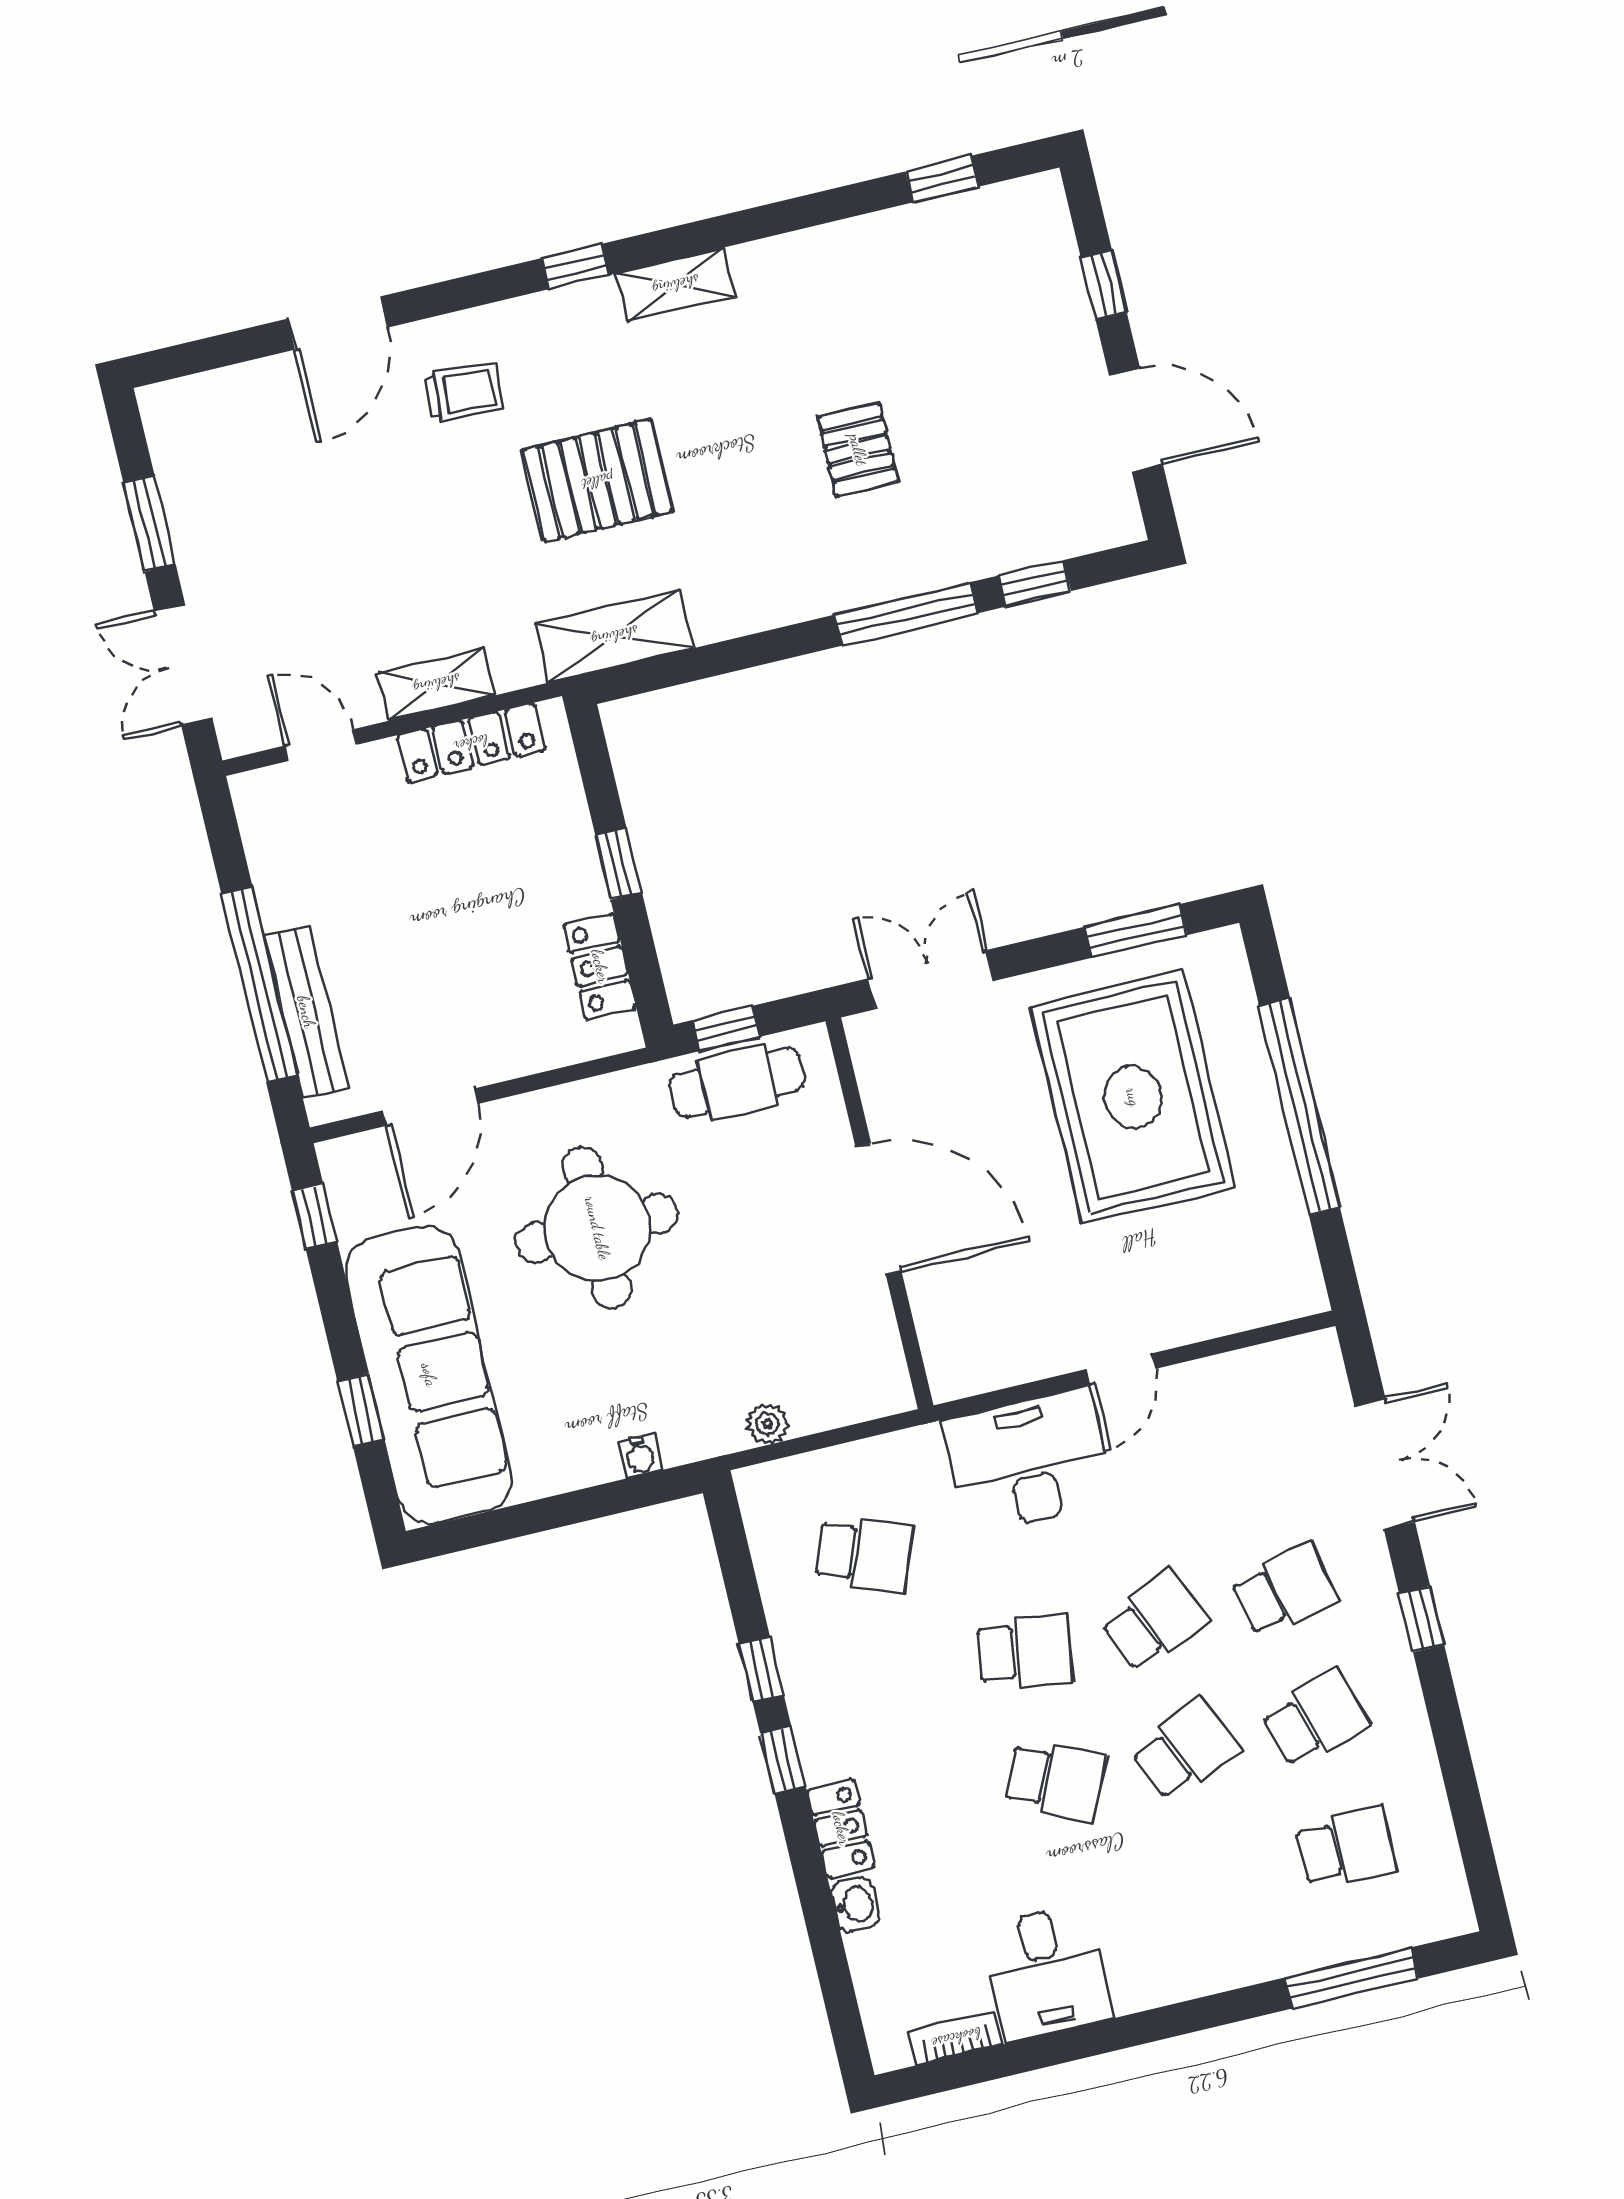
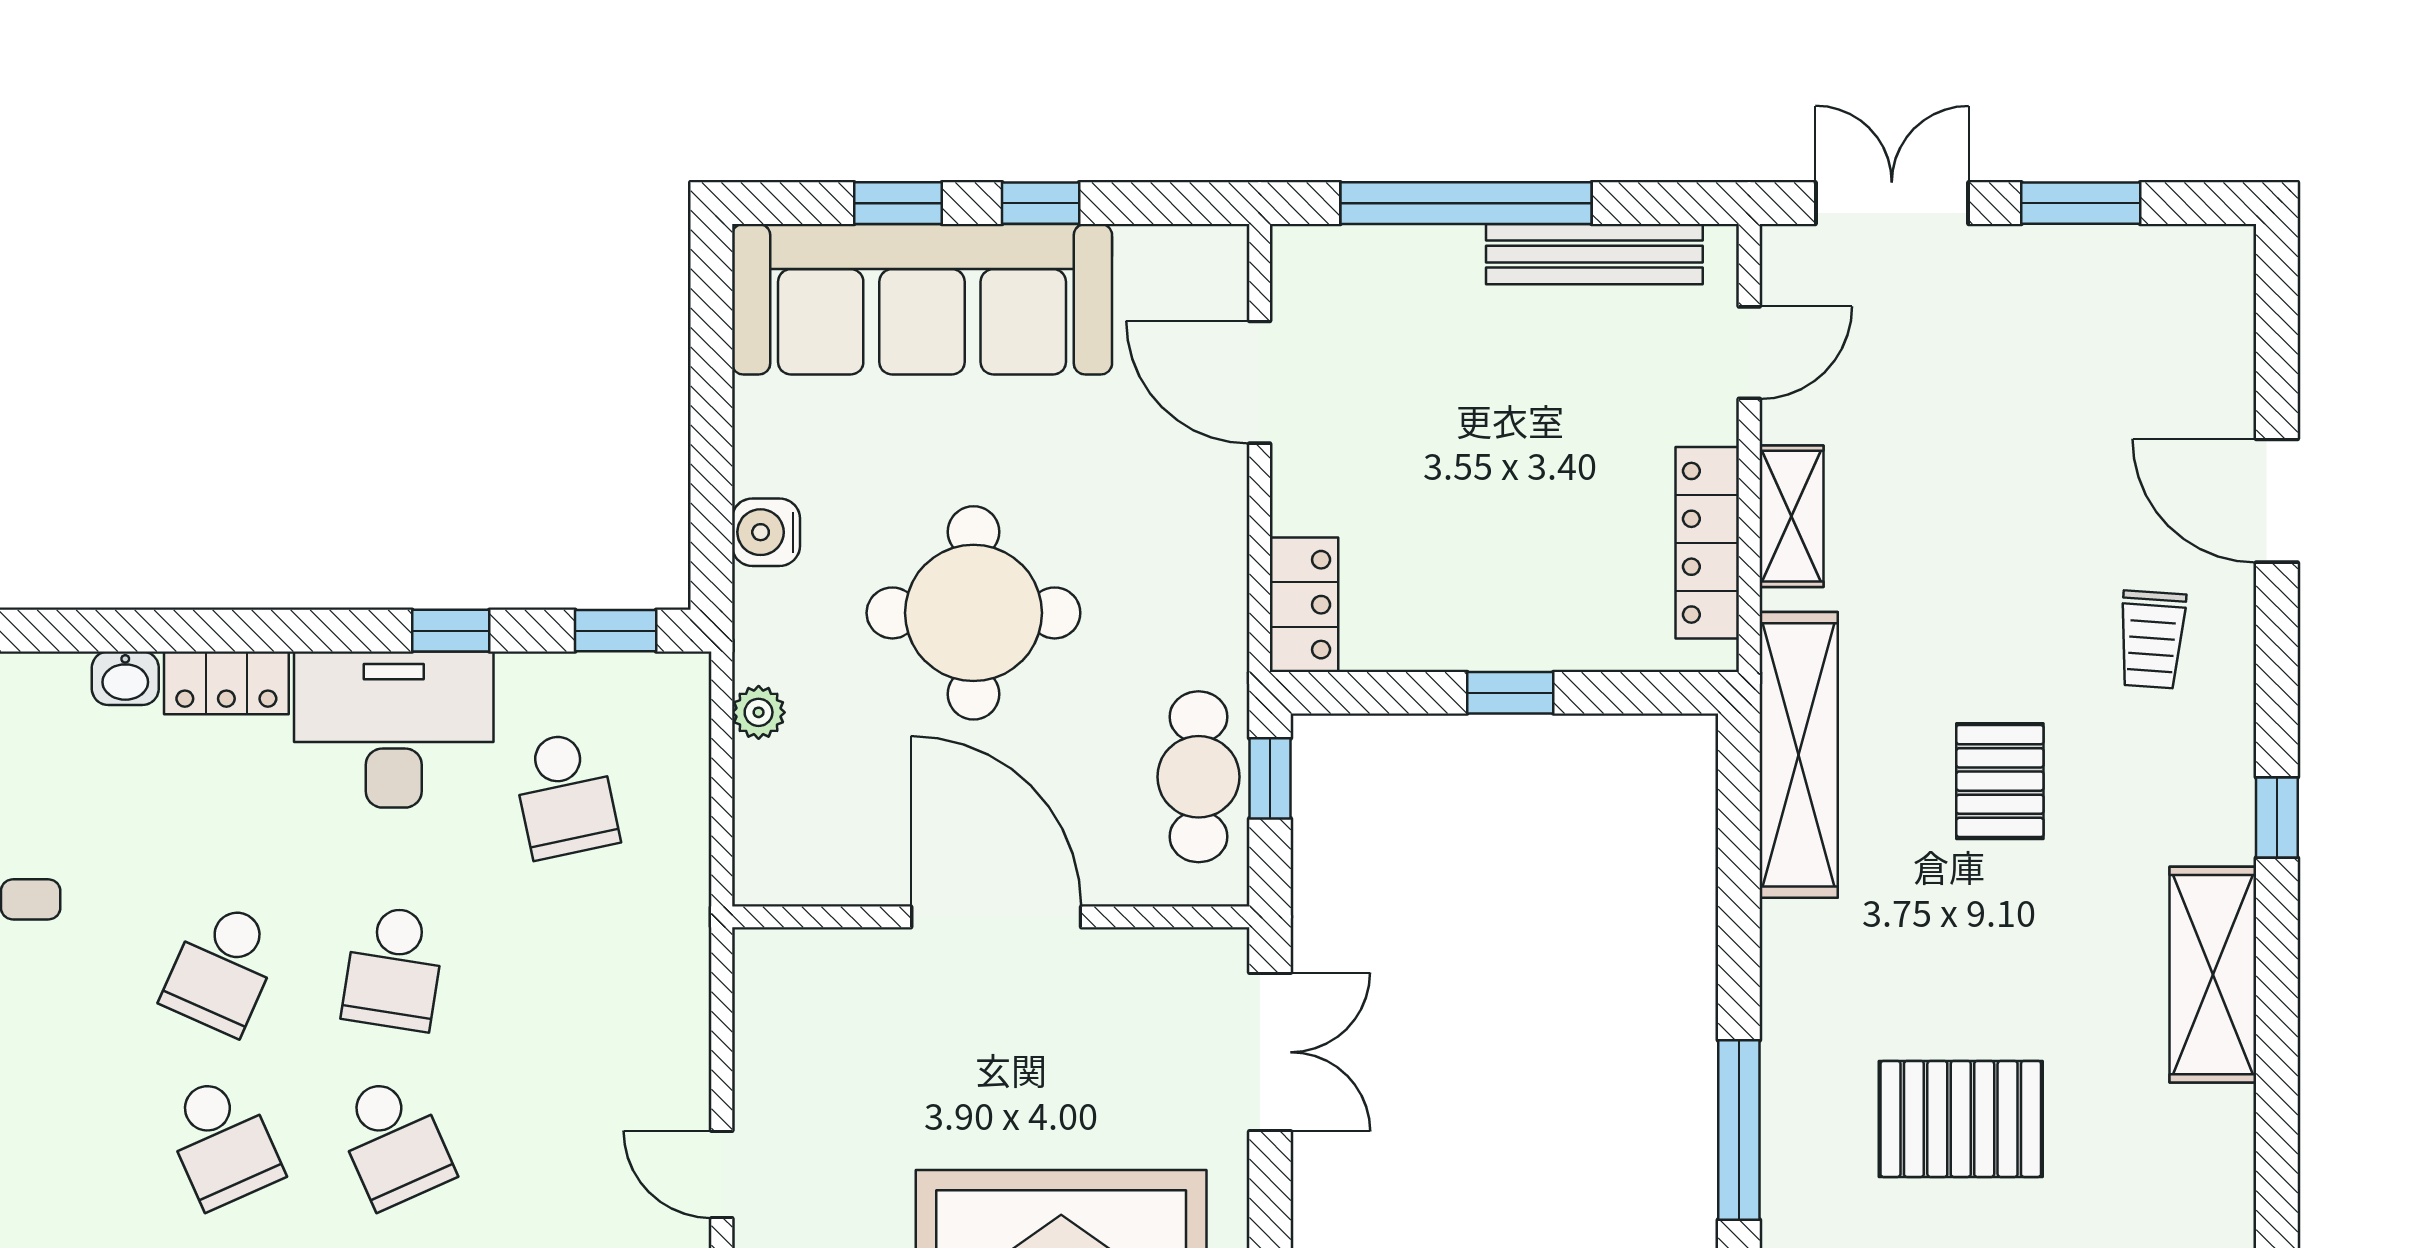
shelving: (675, 285) -> (2213, 975), width x1.50, depth x1.33
pallet: (858, 450) -> (1961, 1119), width x1.50, depth x1.42
pallet: (597, 481) -> (2000, 781), width x0.67, depth x0.71
shelving: (614, 636) -> (1799, 755), width x1.47
locker: (600, 966) -> (1304, 605), moved, turned 90
bench: (306, 1012) -> (1594, 254), moved
door: (879, 1209) -> (996, 917), swing flipped
window: (315, 1217) -> (1041, 203), moved
round table: (597, 1228) -> (973, 613), moved
water cooler: (640, 1456) -> (766, 532), width x1.38, depth x1.38
desk: (1028, 1461) -> (394, 730), moved, turned -90
school desk: (864, 1554) -> (565, 795), turned -33
window: (783, 1760) -> (616, 631), moved

